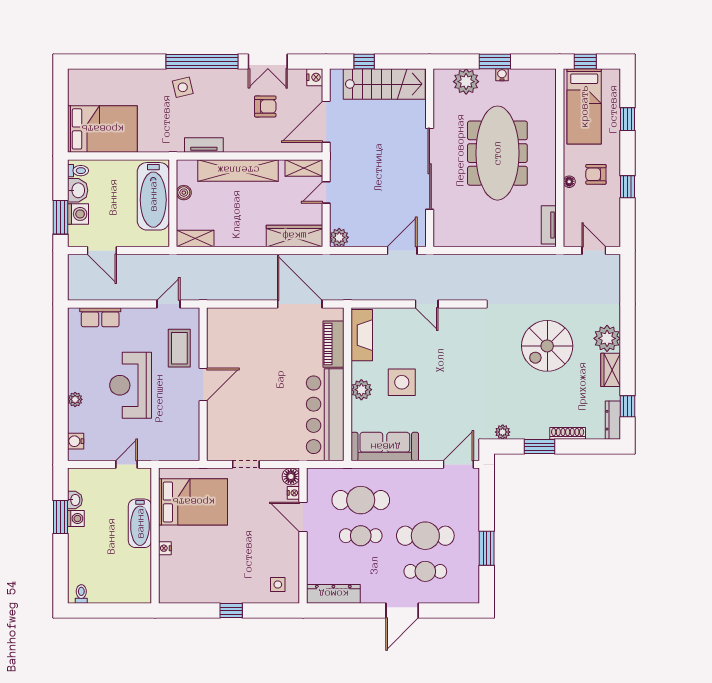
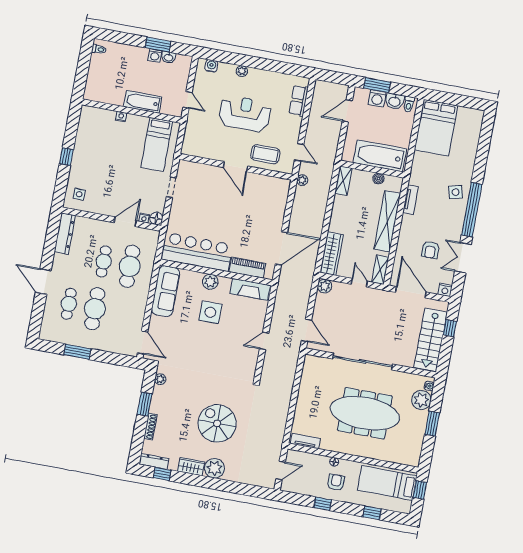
water cooler: (502, 75) -> (429, 386), moved
plant: (204, 293) -> (302, 180), added
bed: (193, 502) -> (157, 144), width x0.67

